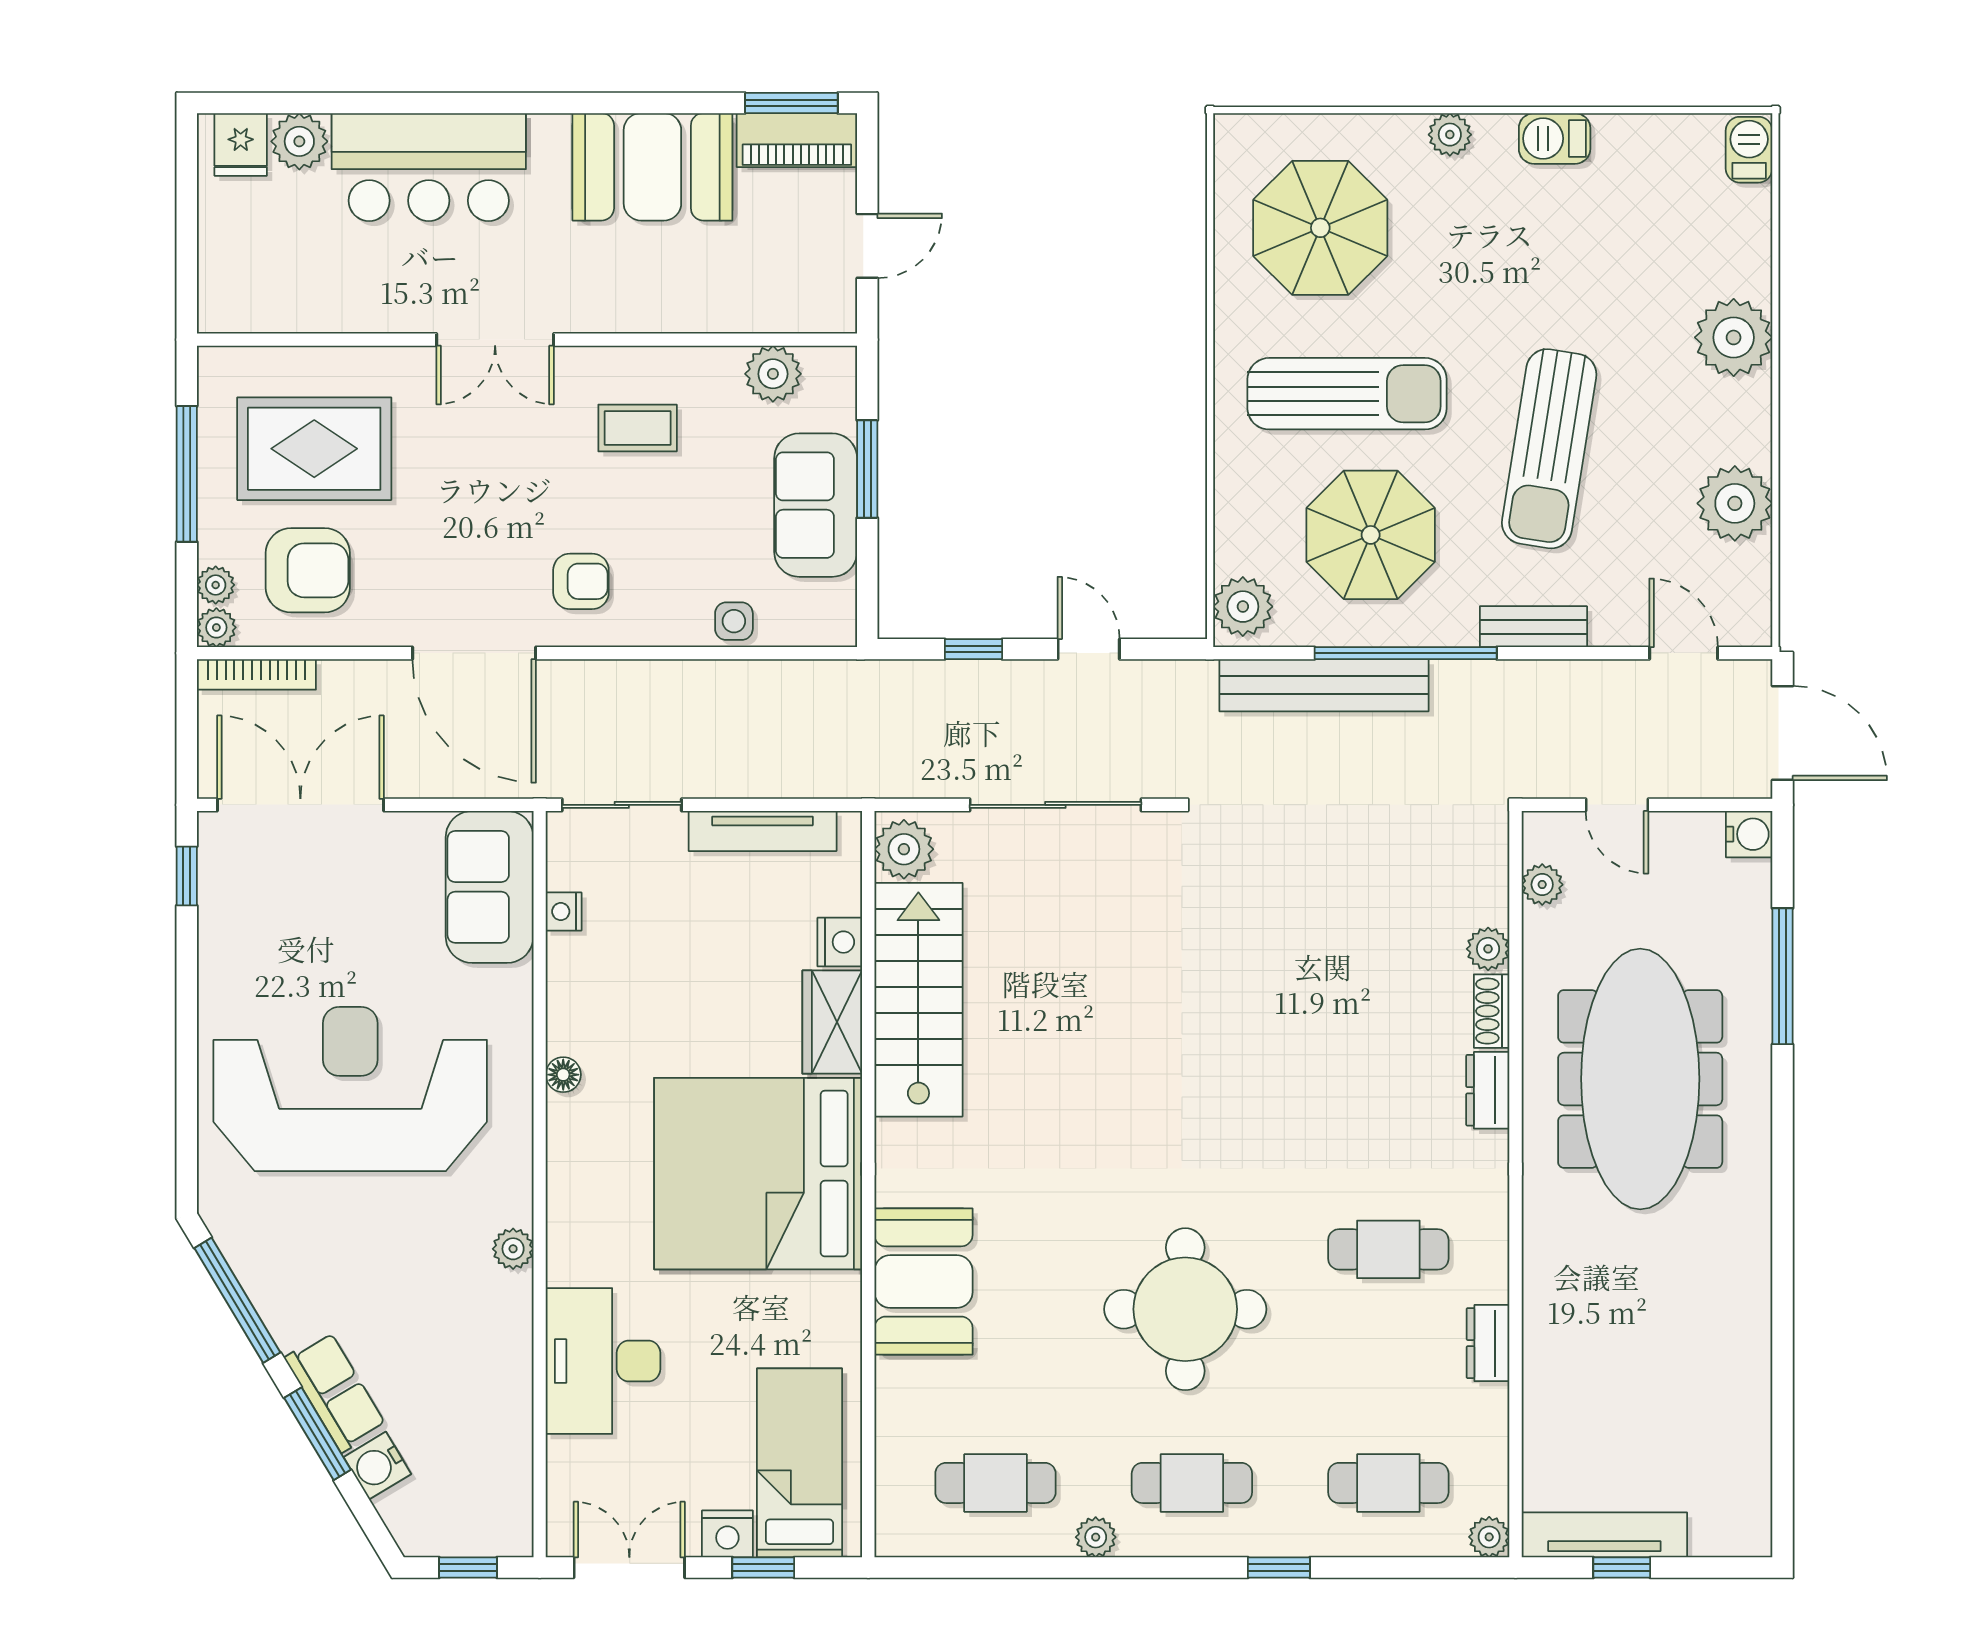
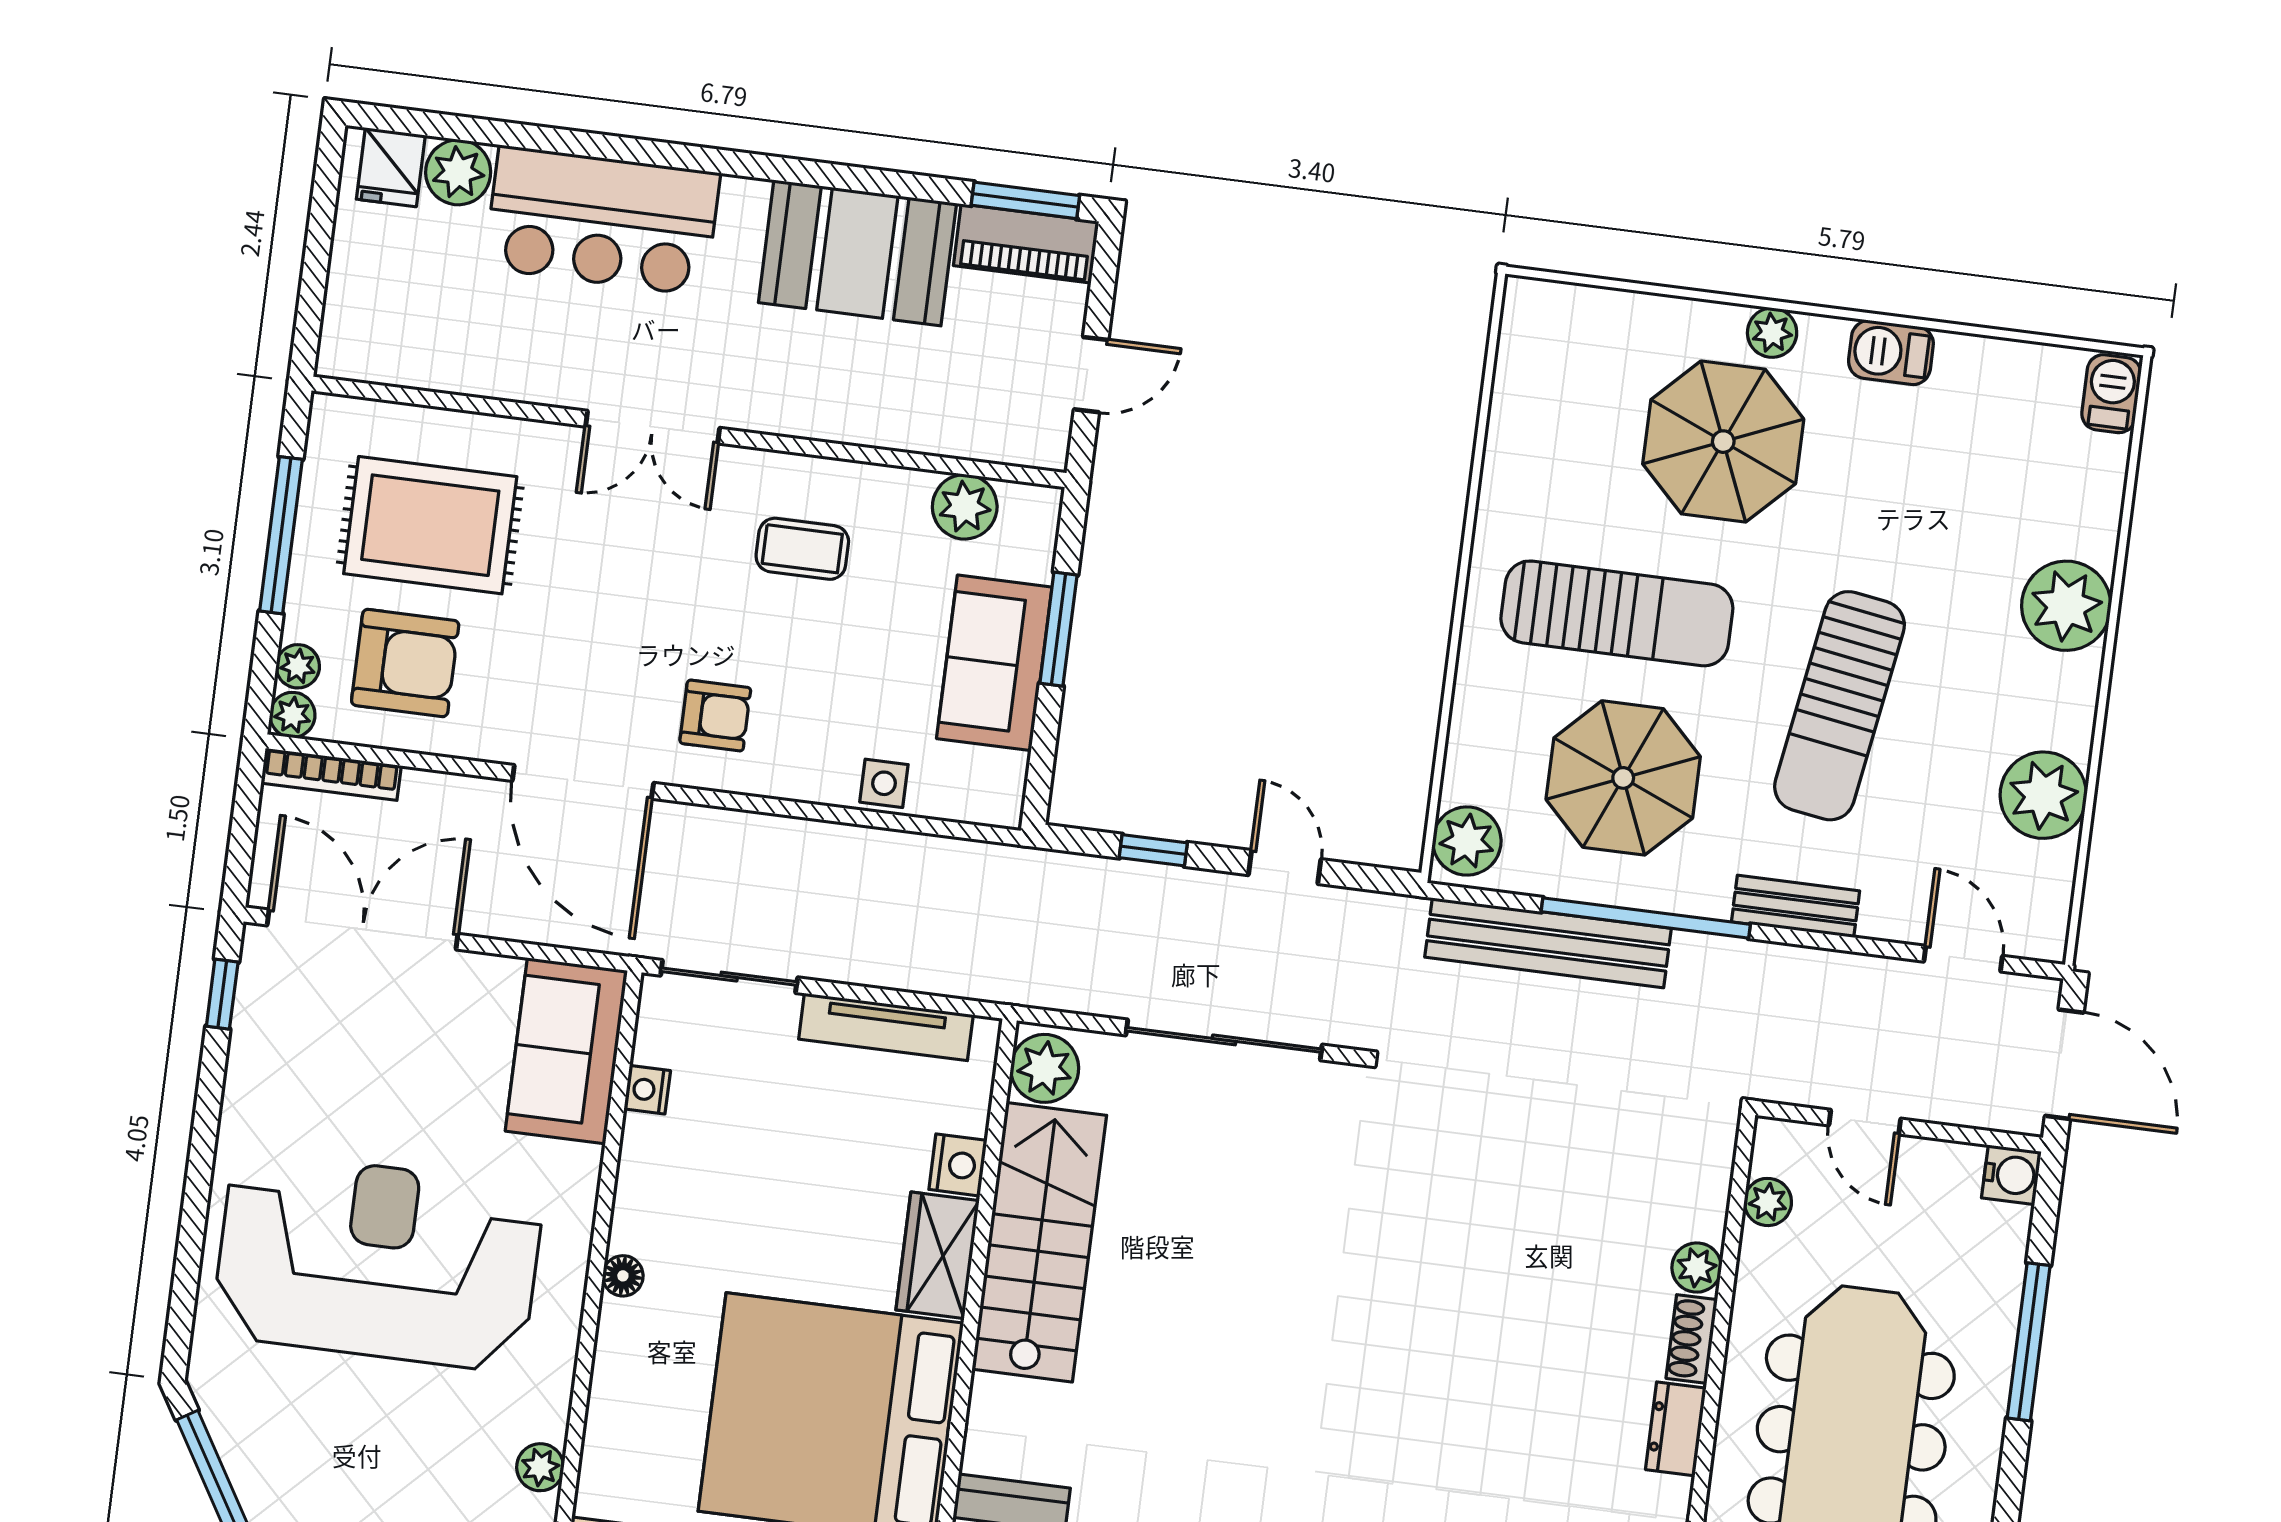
parasol: (1320, 228) -> (1723, 442), moved

